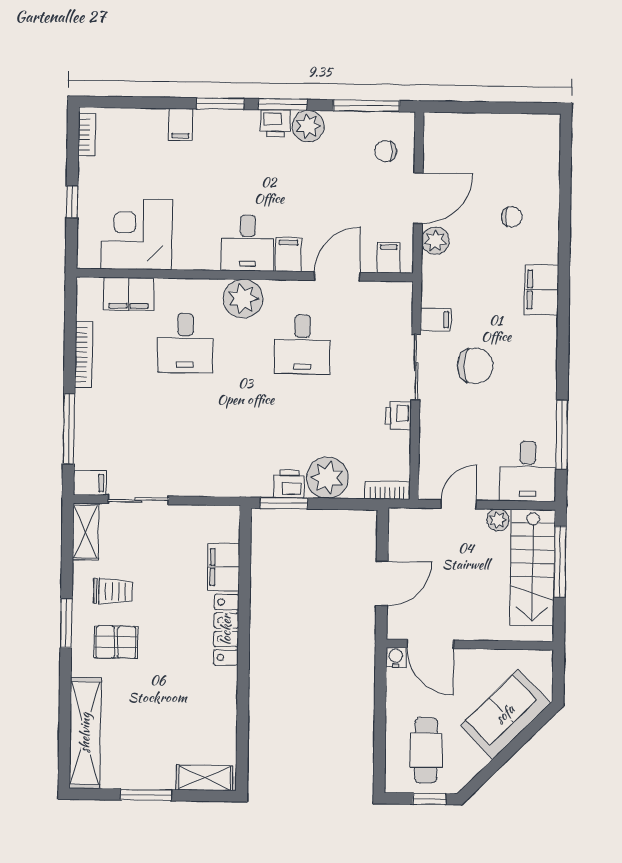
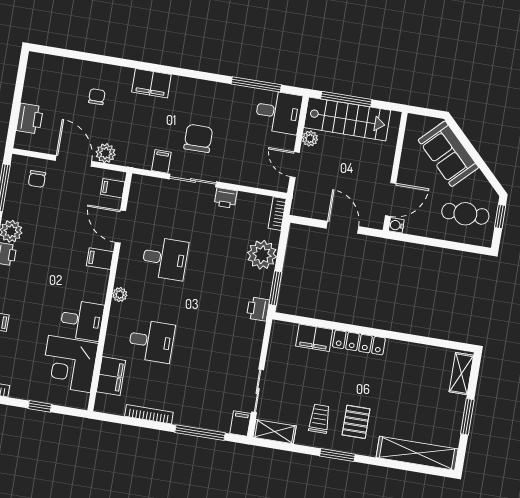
printer: (468, 129) -> (30, 119), added
desk: (248, 243) -> (82, 320), moved
plant: (243, 299) -> (120, 295), width x0.53, depth x0.53
printer: (289, 484) -> (258, 309), moved

